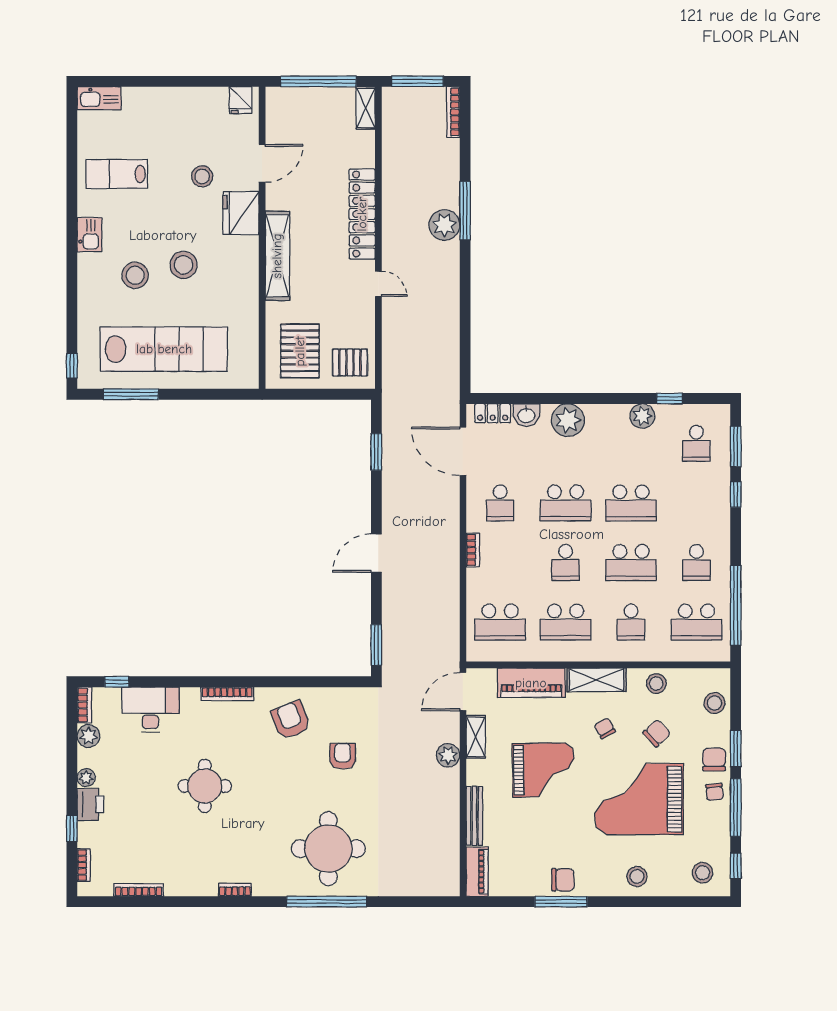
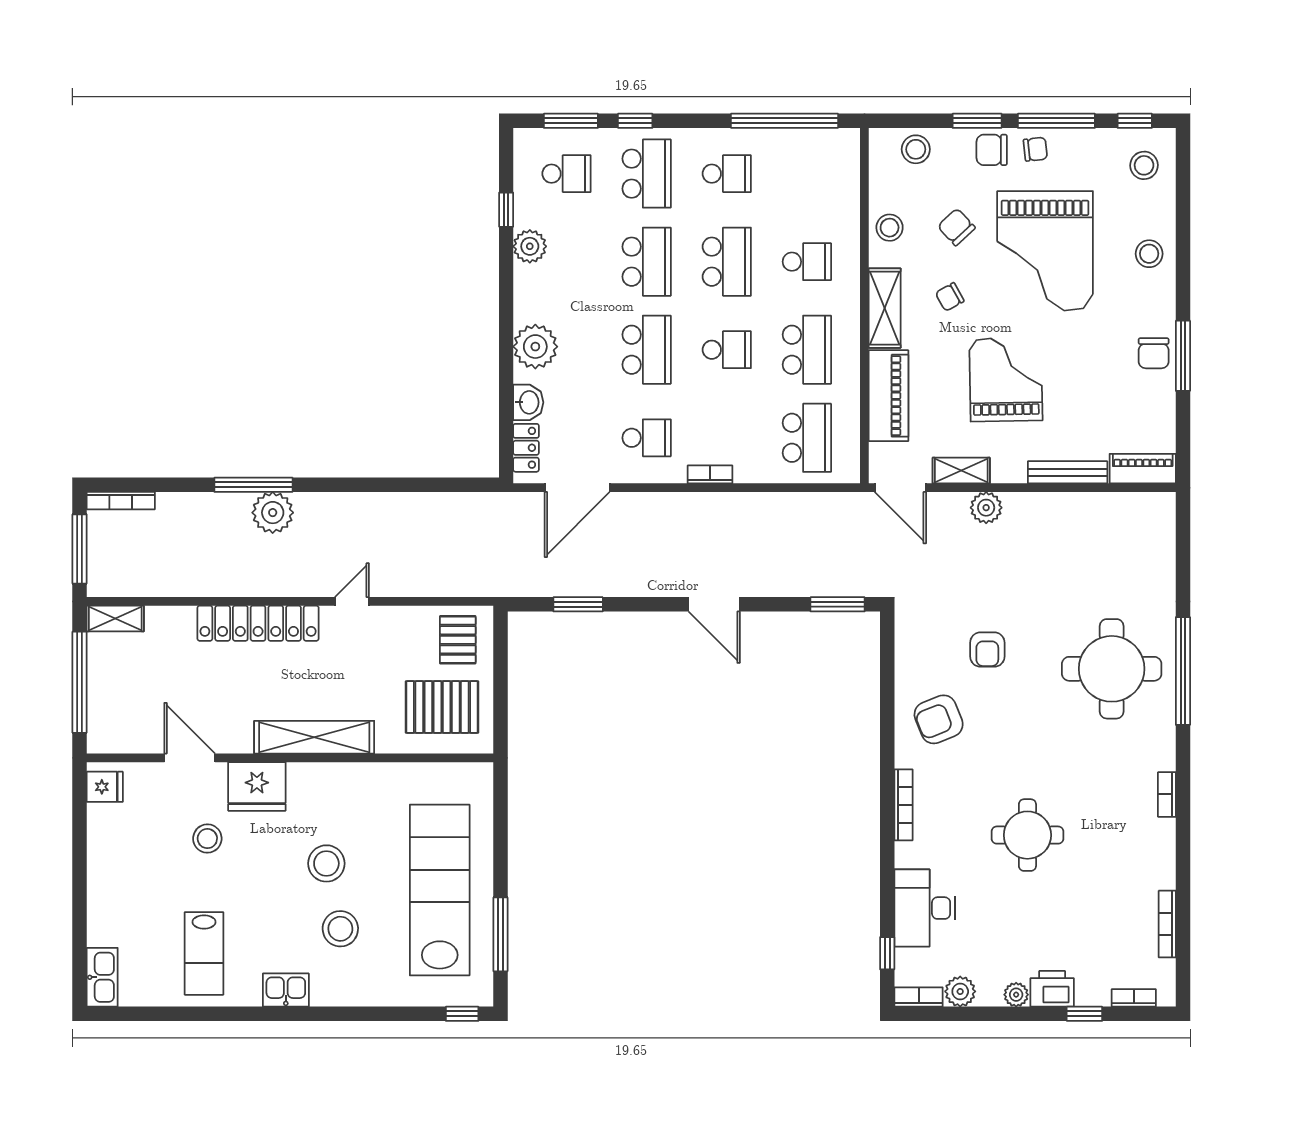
school desk: (696, 622) -> (647, 174), moved
armchair: (343, 756) -> (987, 650), turned -90
chair: (563, 880) -> (1154, 353), turned 180

